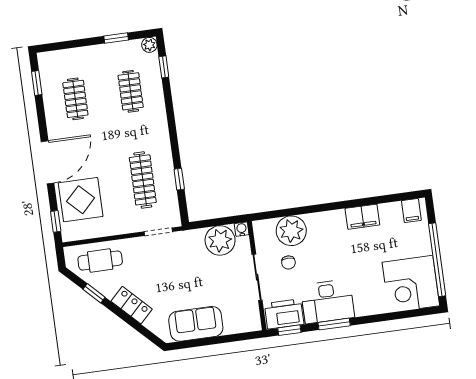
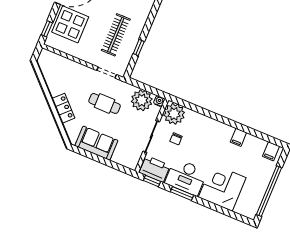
filing cabinet: (362, 217) -> (238, 137), width x0.50
plant: (291, 231) -> (174, 114), moved
cafe table: (100, 261) -> (105, 103), moved
corner desk: (411, 284) -> (222, 187), moved, turned 90
window: (94, 293) -> (44, 87), removed

